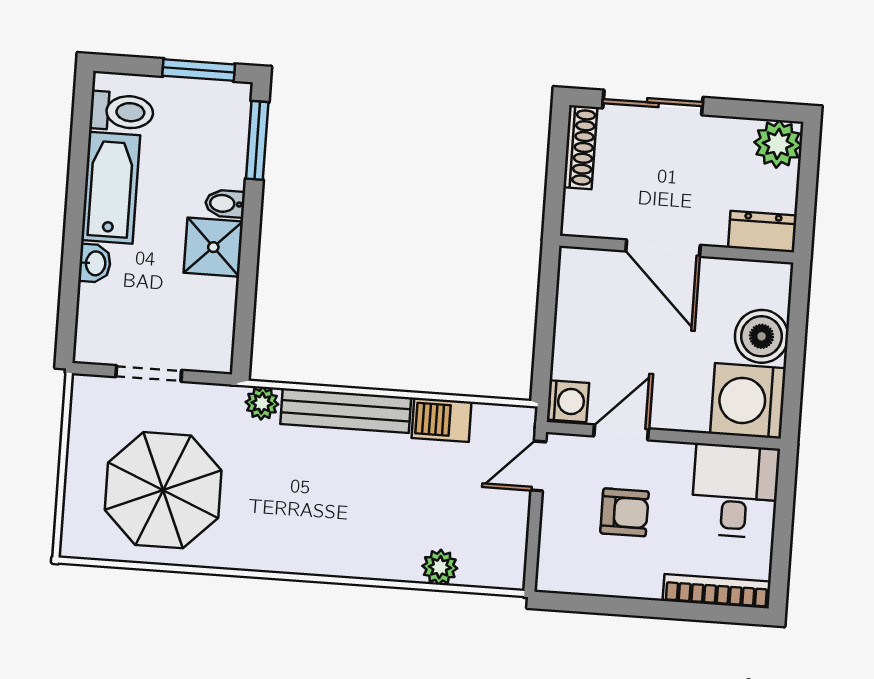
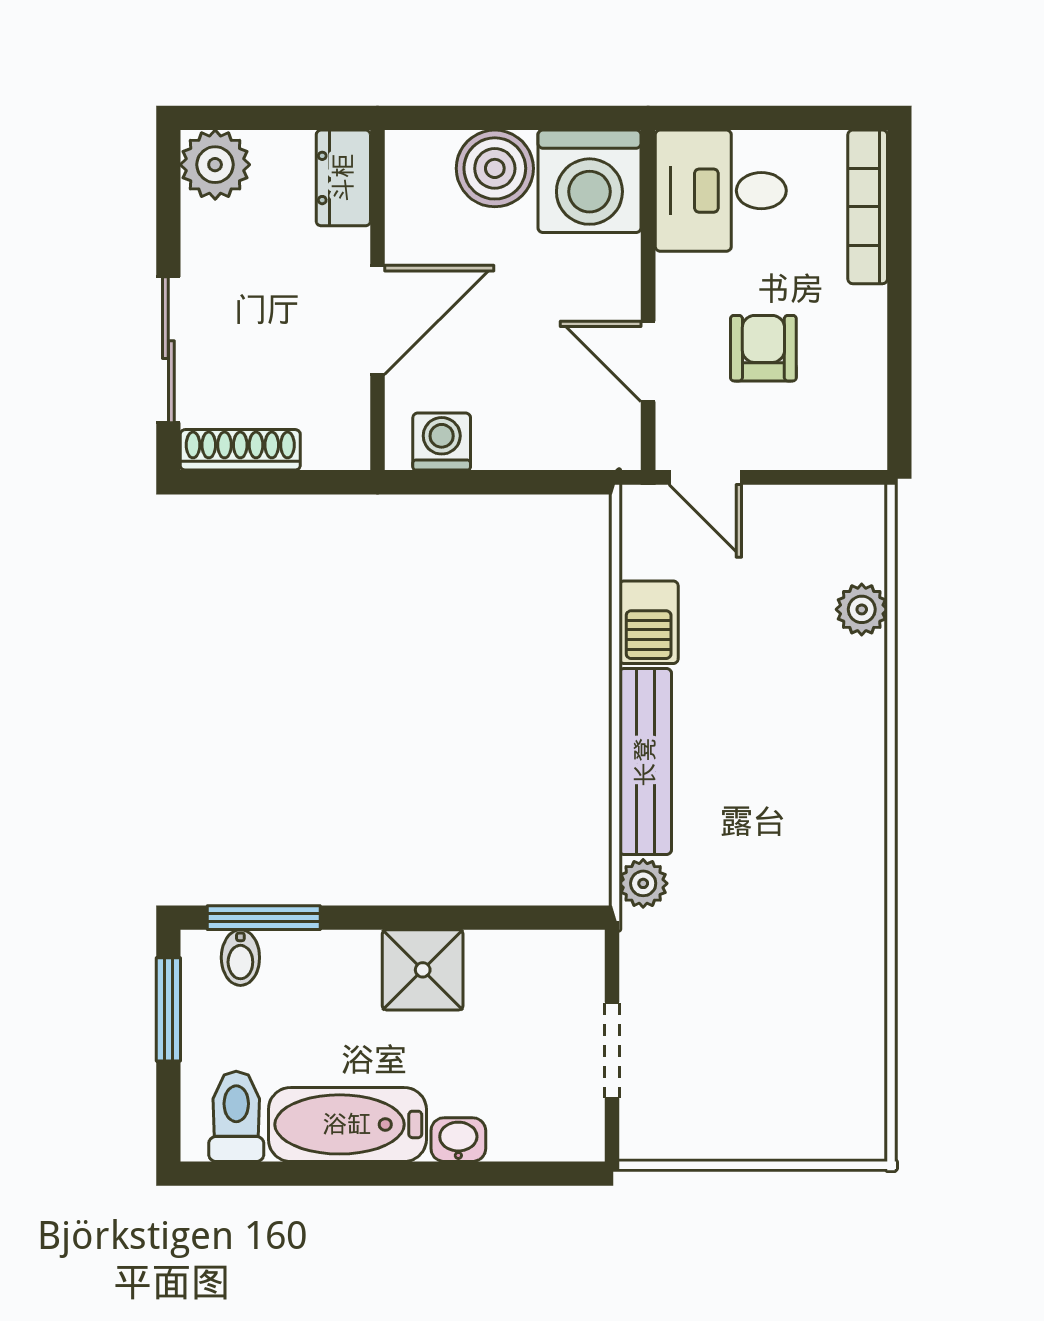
bidet: (225, 204) -> (240, 958), moved
washing machine: (568, 401) -> (442, 442), moved
parasol: (163, 490) -> (779, 1017), removed

